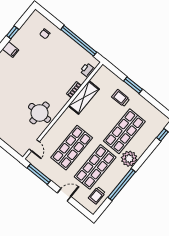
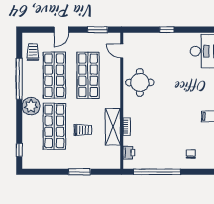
trolley: (121, 98) -> (83, 130), moved
window: (39, 174) -> (98, 30), width x0.69

